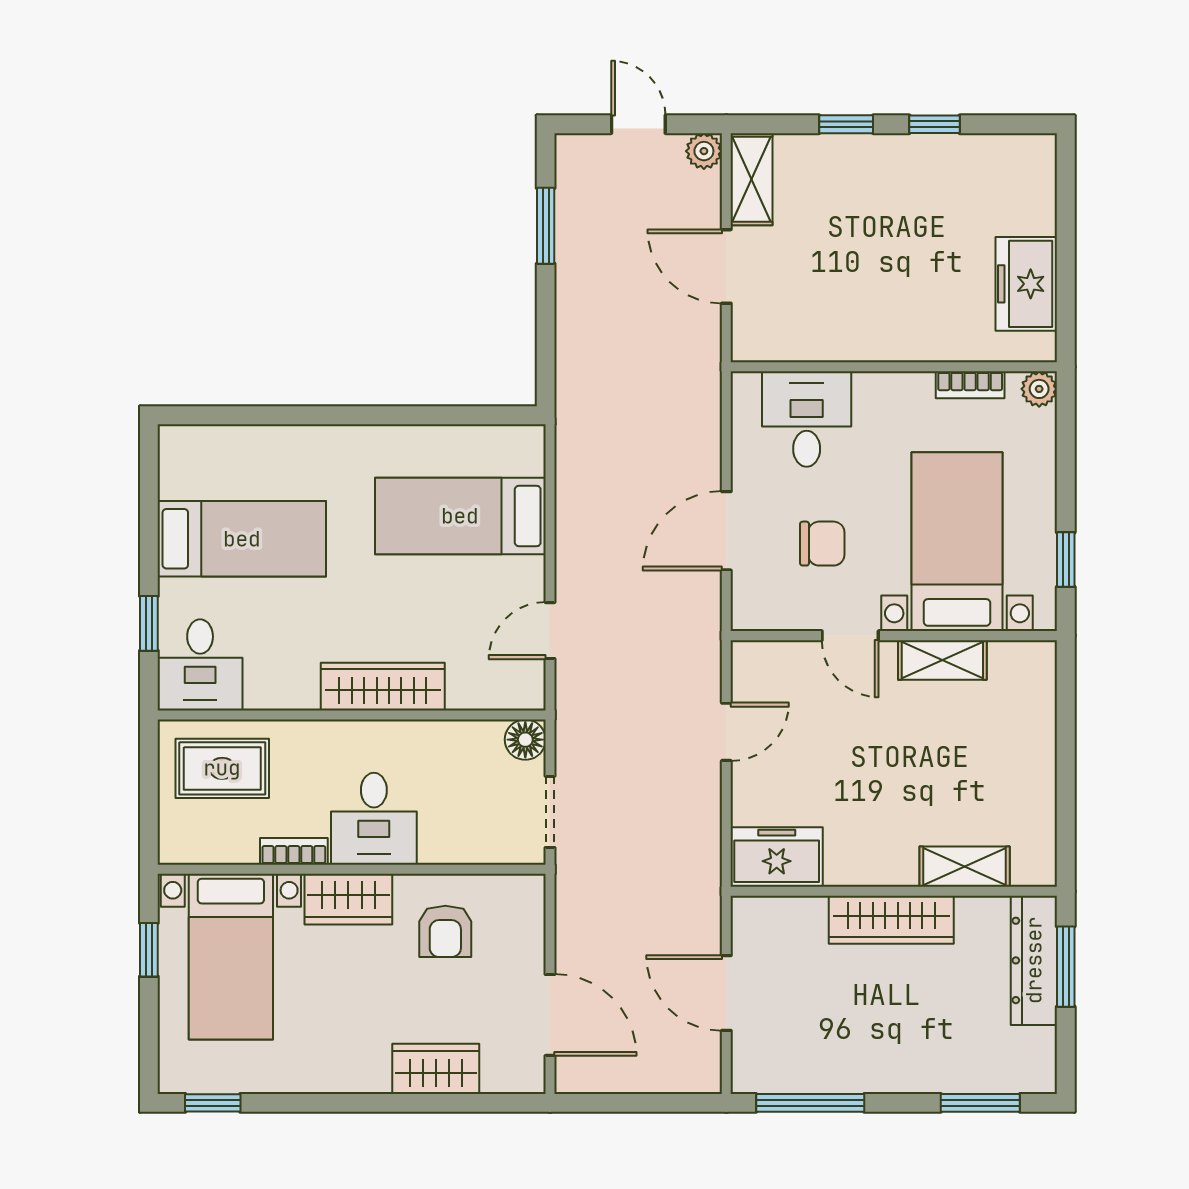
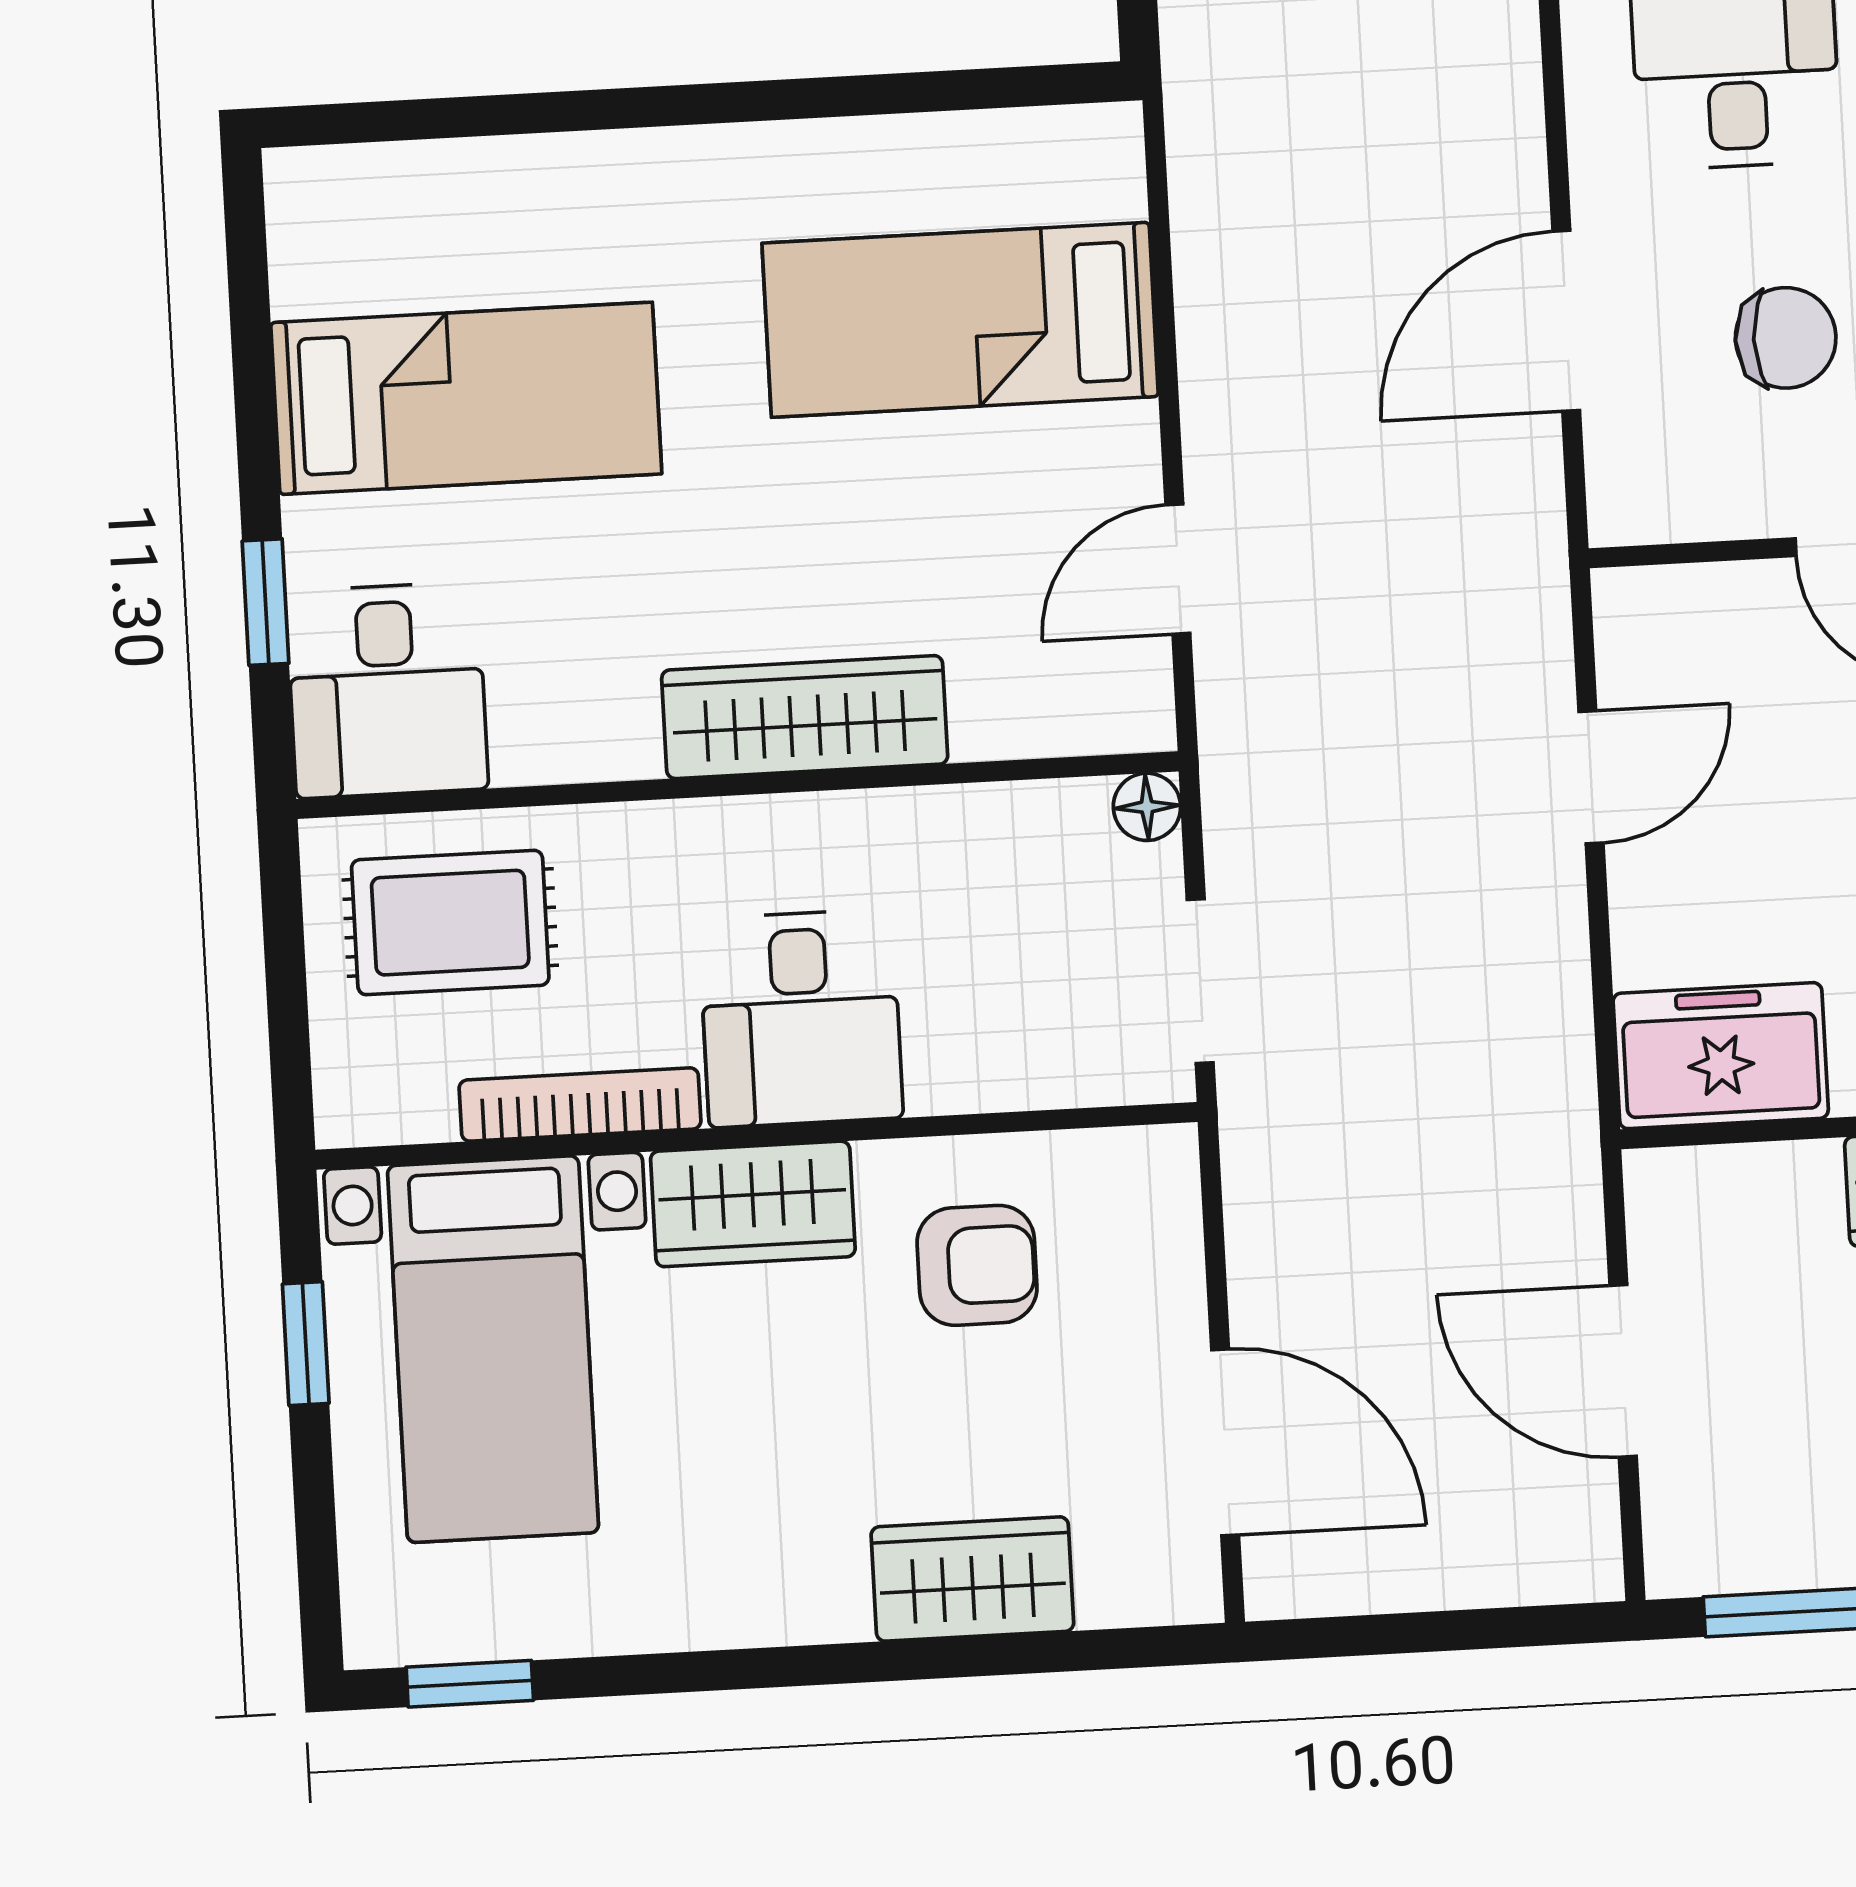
floor lamp: (525, 740) -> (1147, 807), width x0.73, depth x0.73
bookcase: (294, 851) -> (580, 1105), width x1.56
armchair: (445, 931) -> (977, 1265), turned -90

